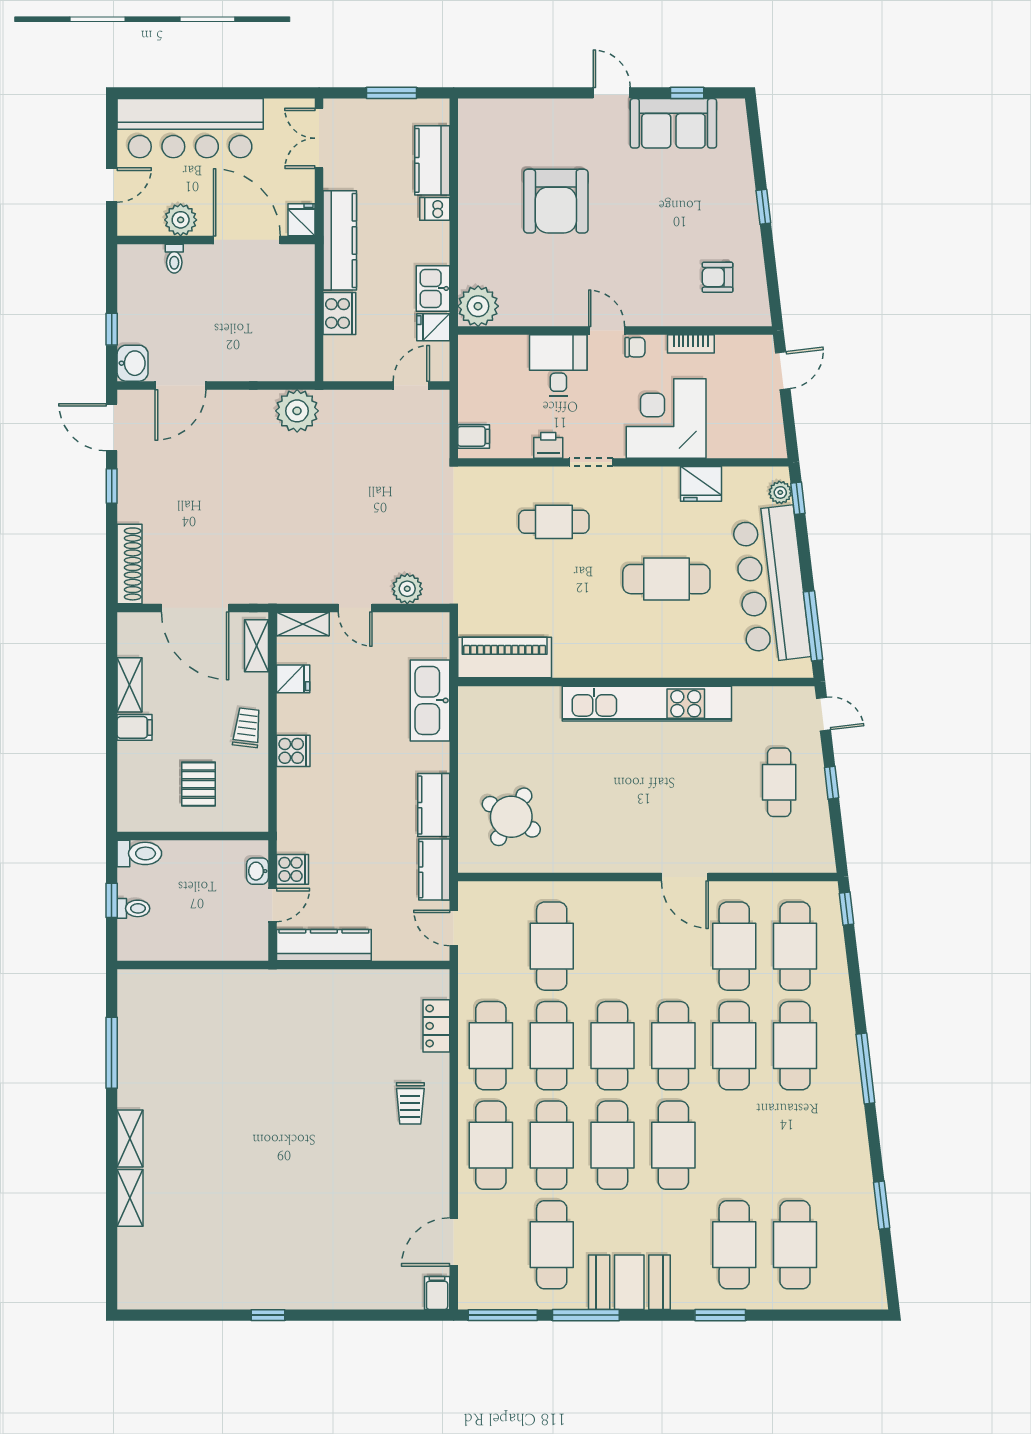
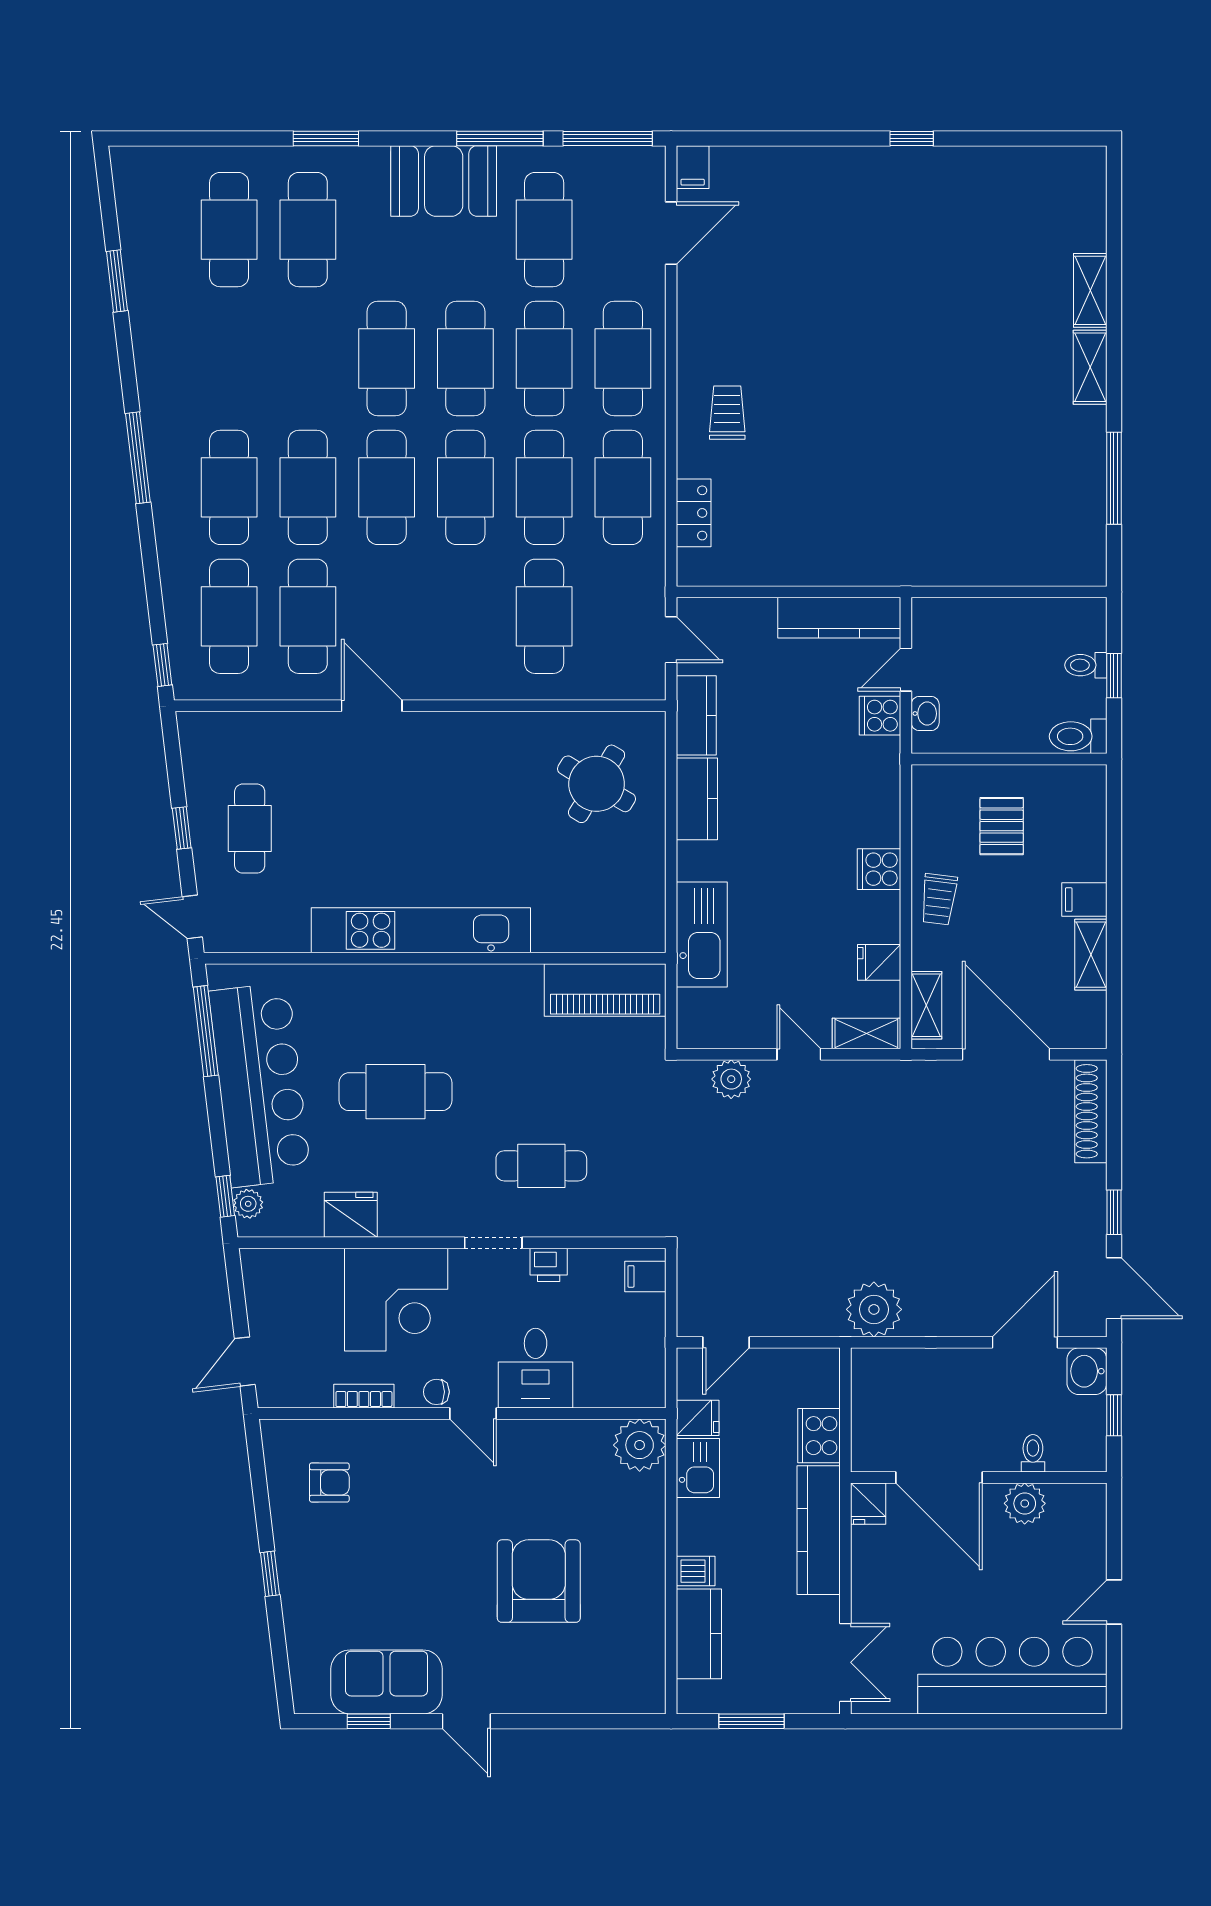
plant: (181, 220) -> (1025, 1503), moved
fridge: (301, 220) -> (868, 1504), moved
wall: (216, 240) -> (979, 1478), moved
door: (247, 240) -> (939, 1478), moved
toilet: (174, 259) -> (1033, 1453), moved

